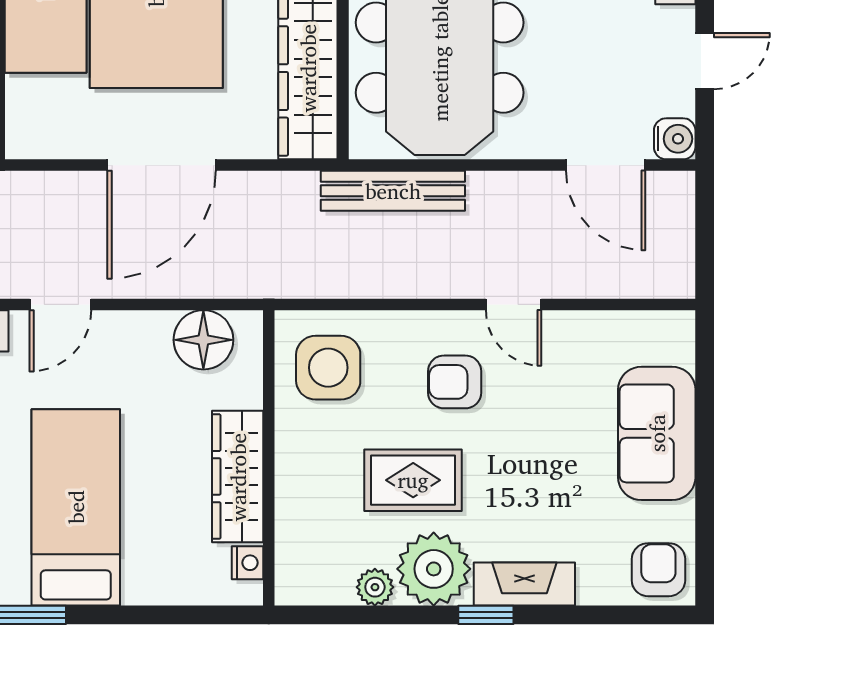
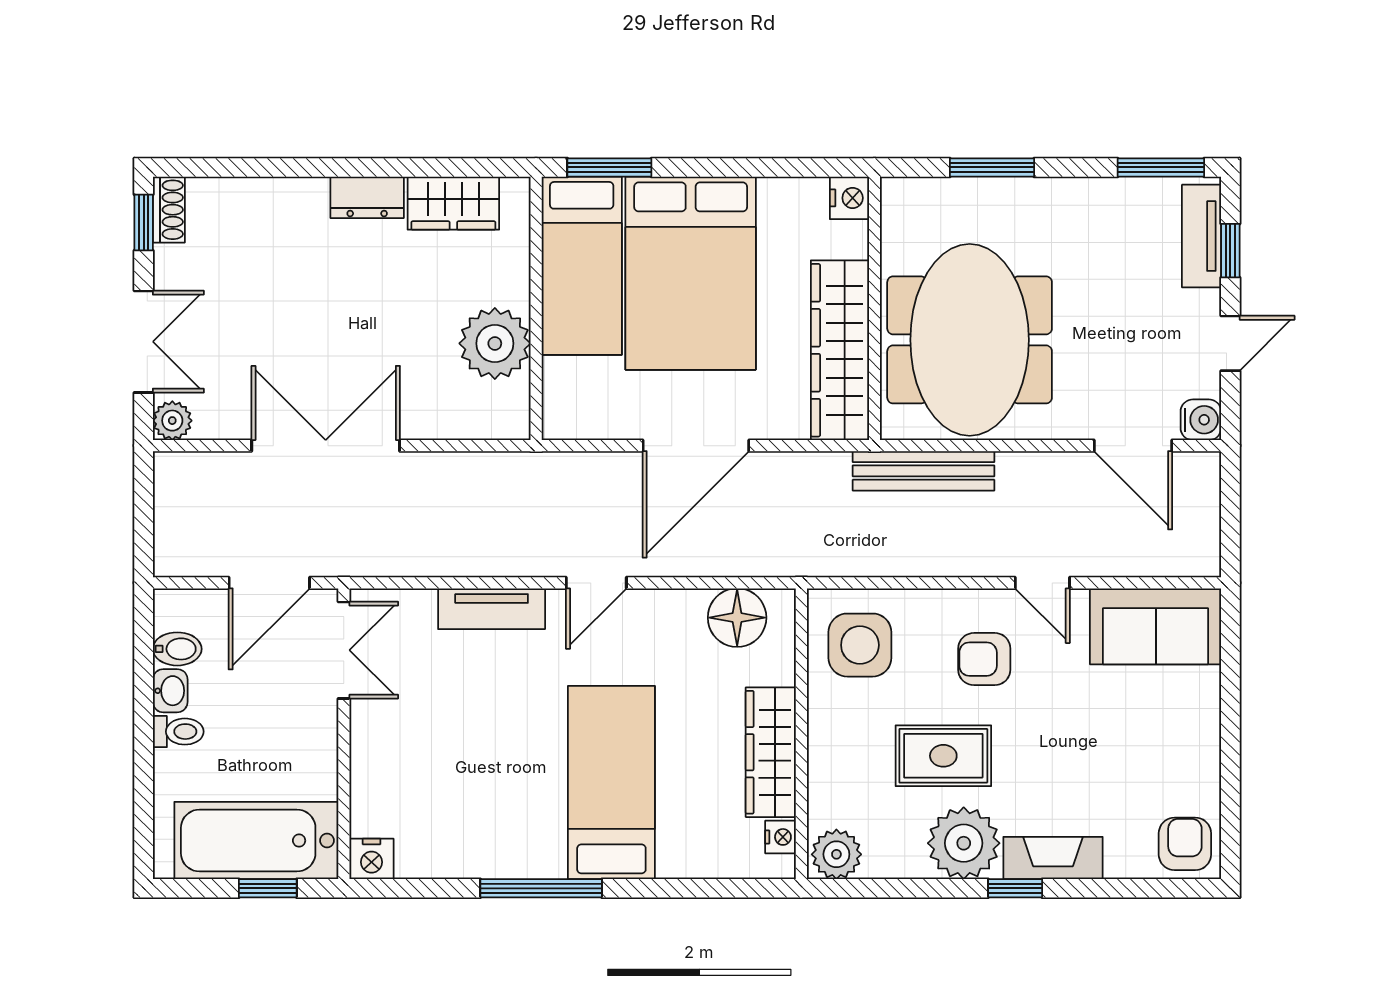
sofa: (657, 433) -> (1156, 626), moved, turned -90
plant: (375, 587) -> (836, 854), moved, width x1.38, depth x1.38

